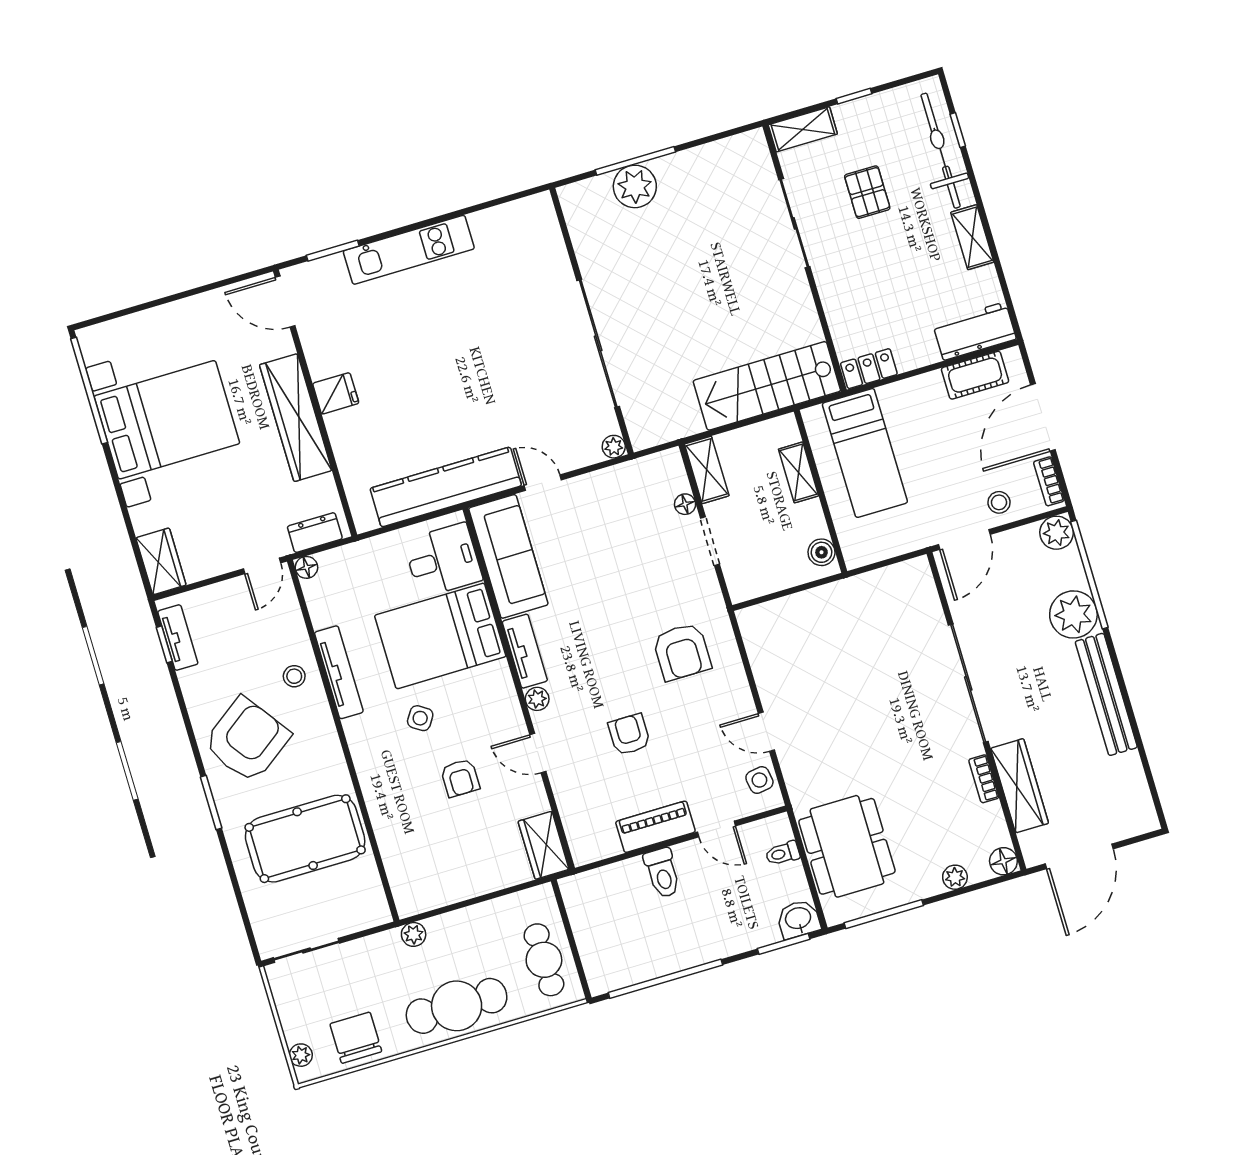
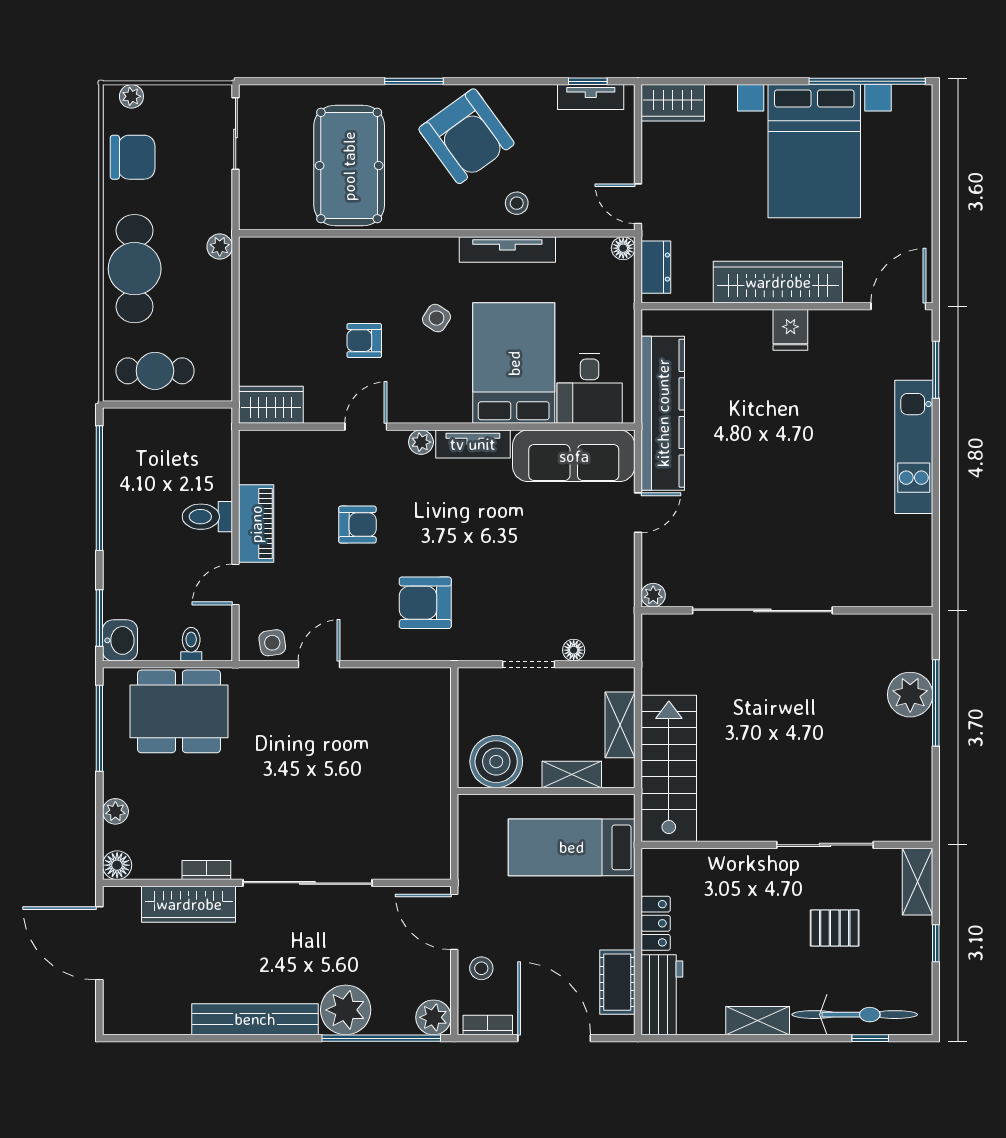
locker: (869, 369) -> (656, 923), moved
shelving: (707, 470) -> (620, 725), moved, turned 90
boiler: (821, 552) -> (496, 762), width x1.86, depth x1.86

